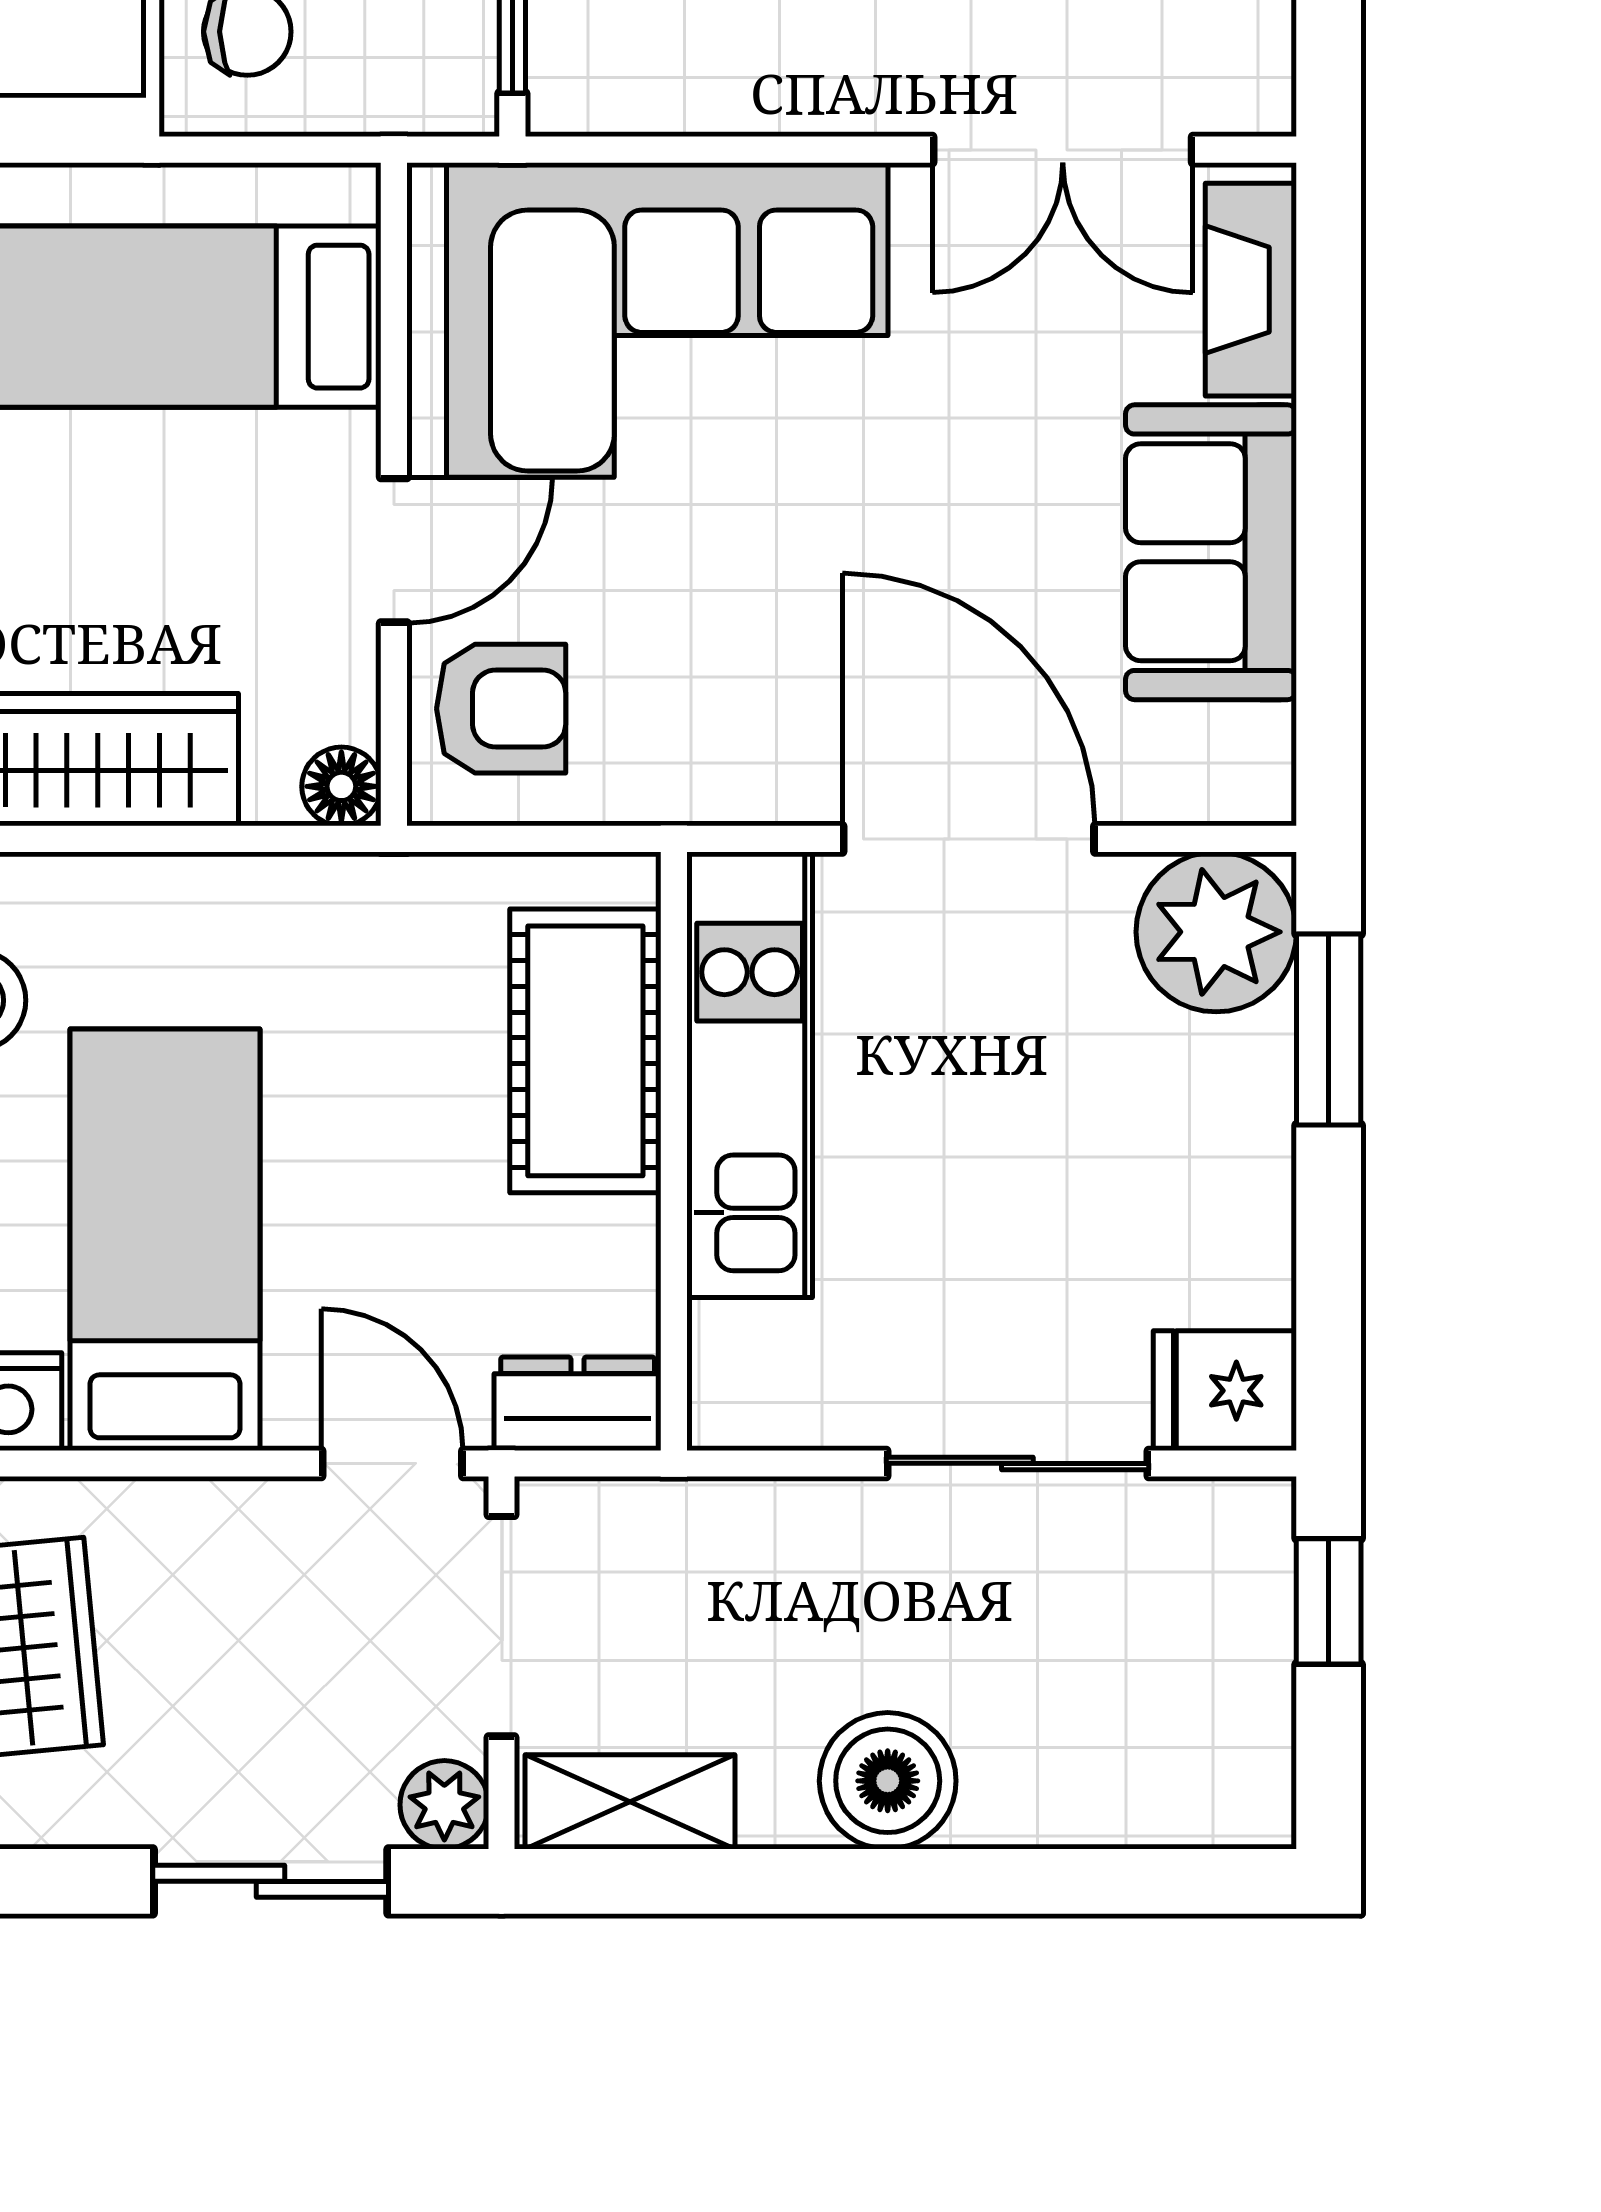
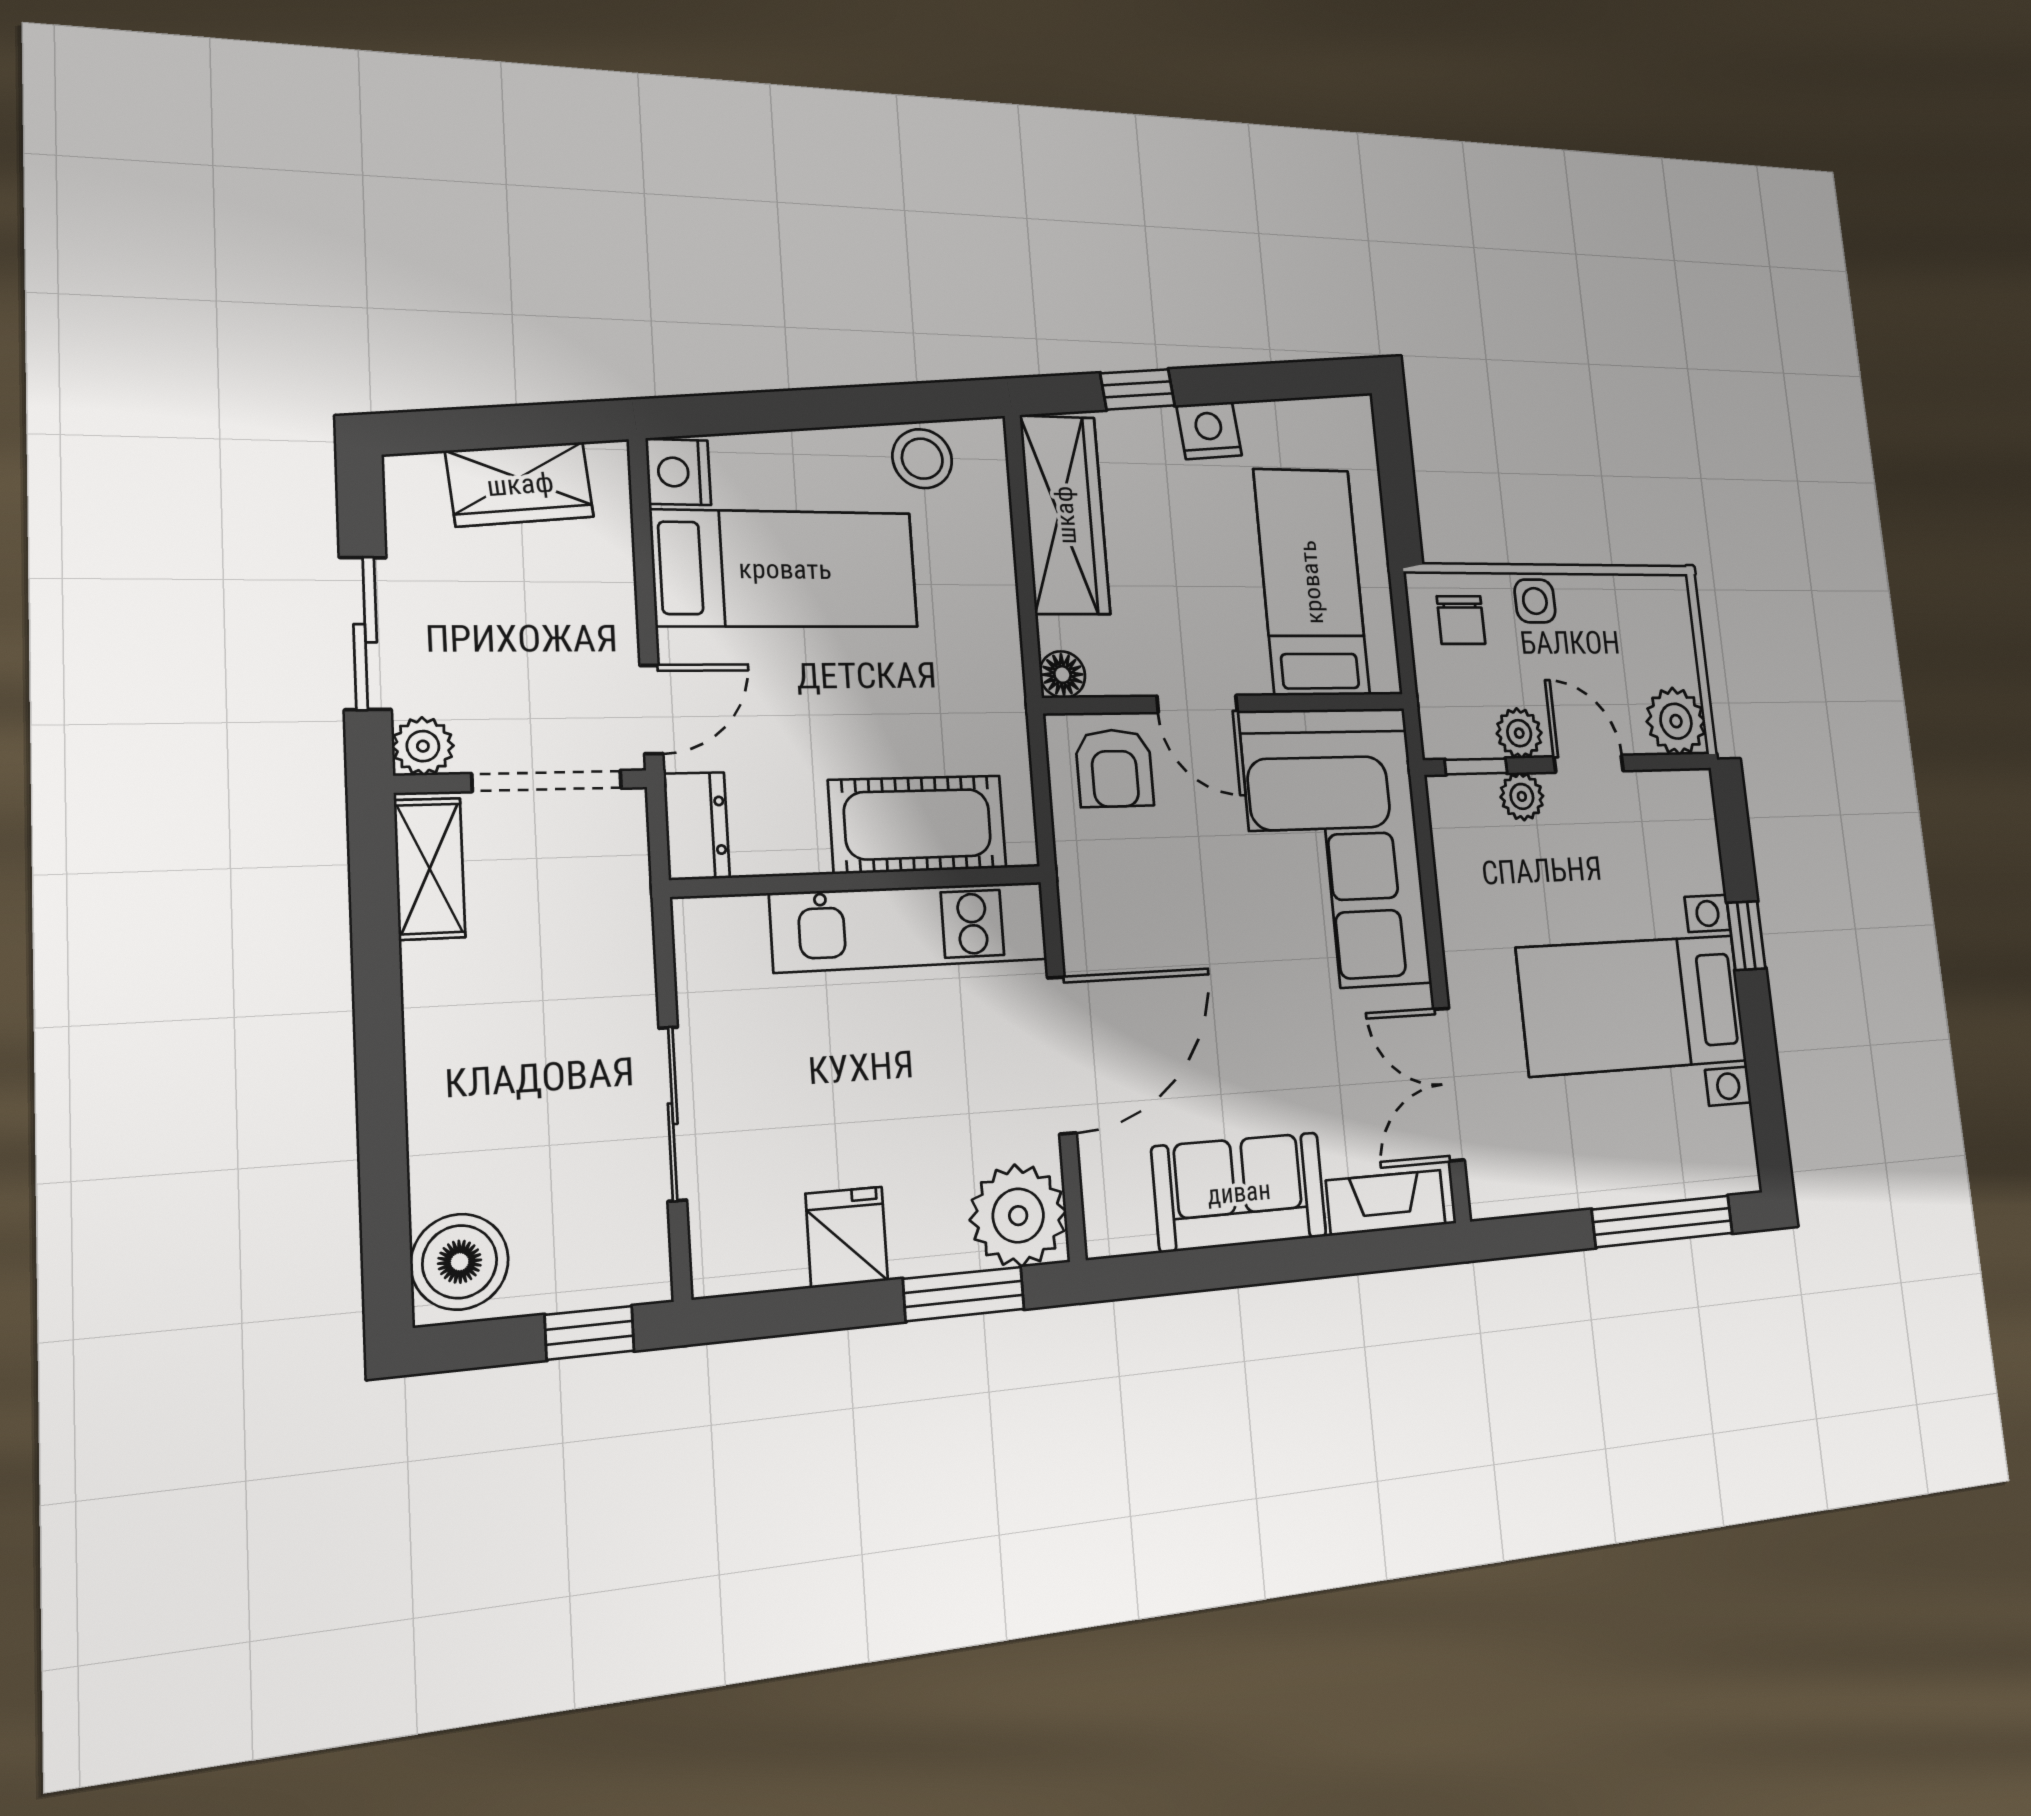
fridge: (1225, 1391) -> (847, 1237), moved
boiler: (888, 1781) -> (460, 1262), moved

